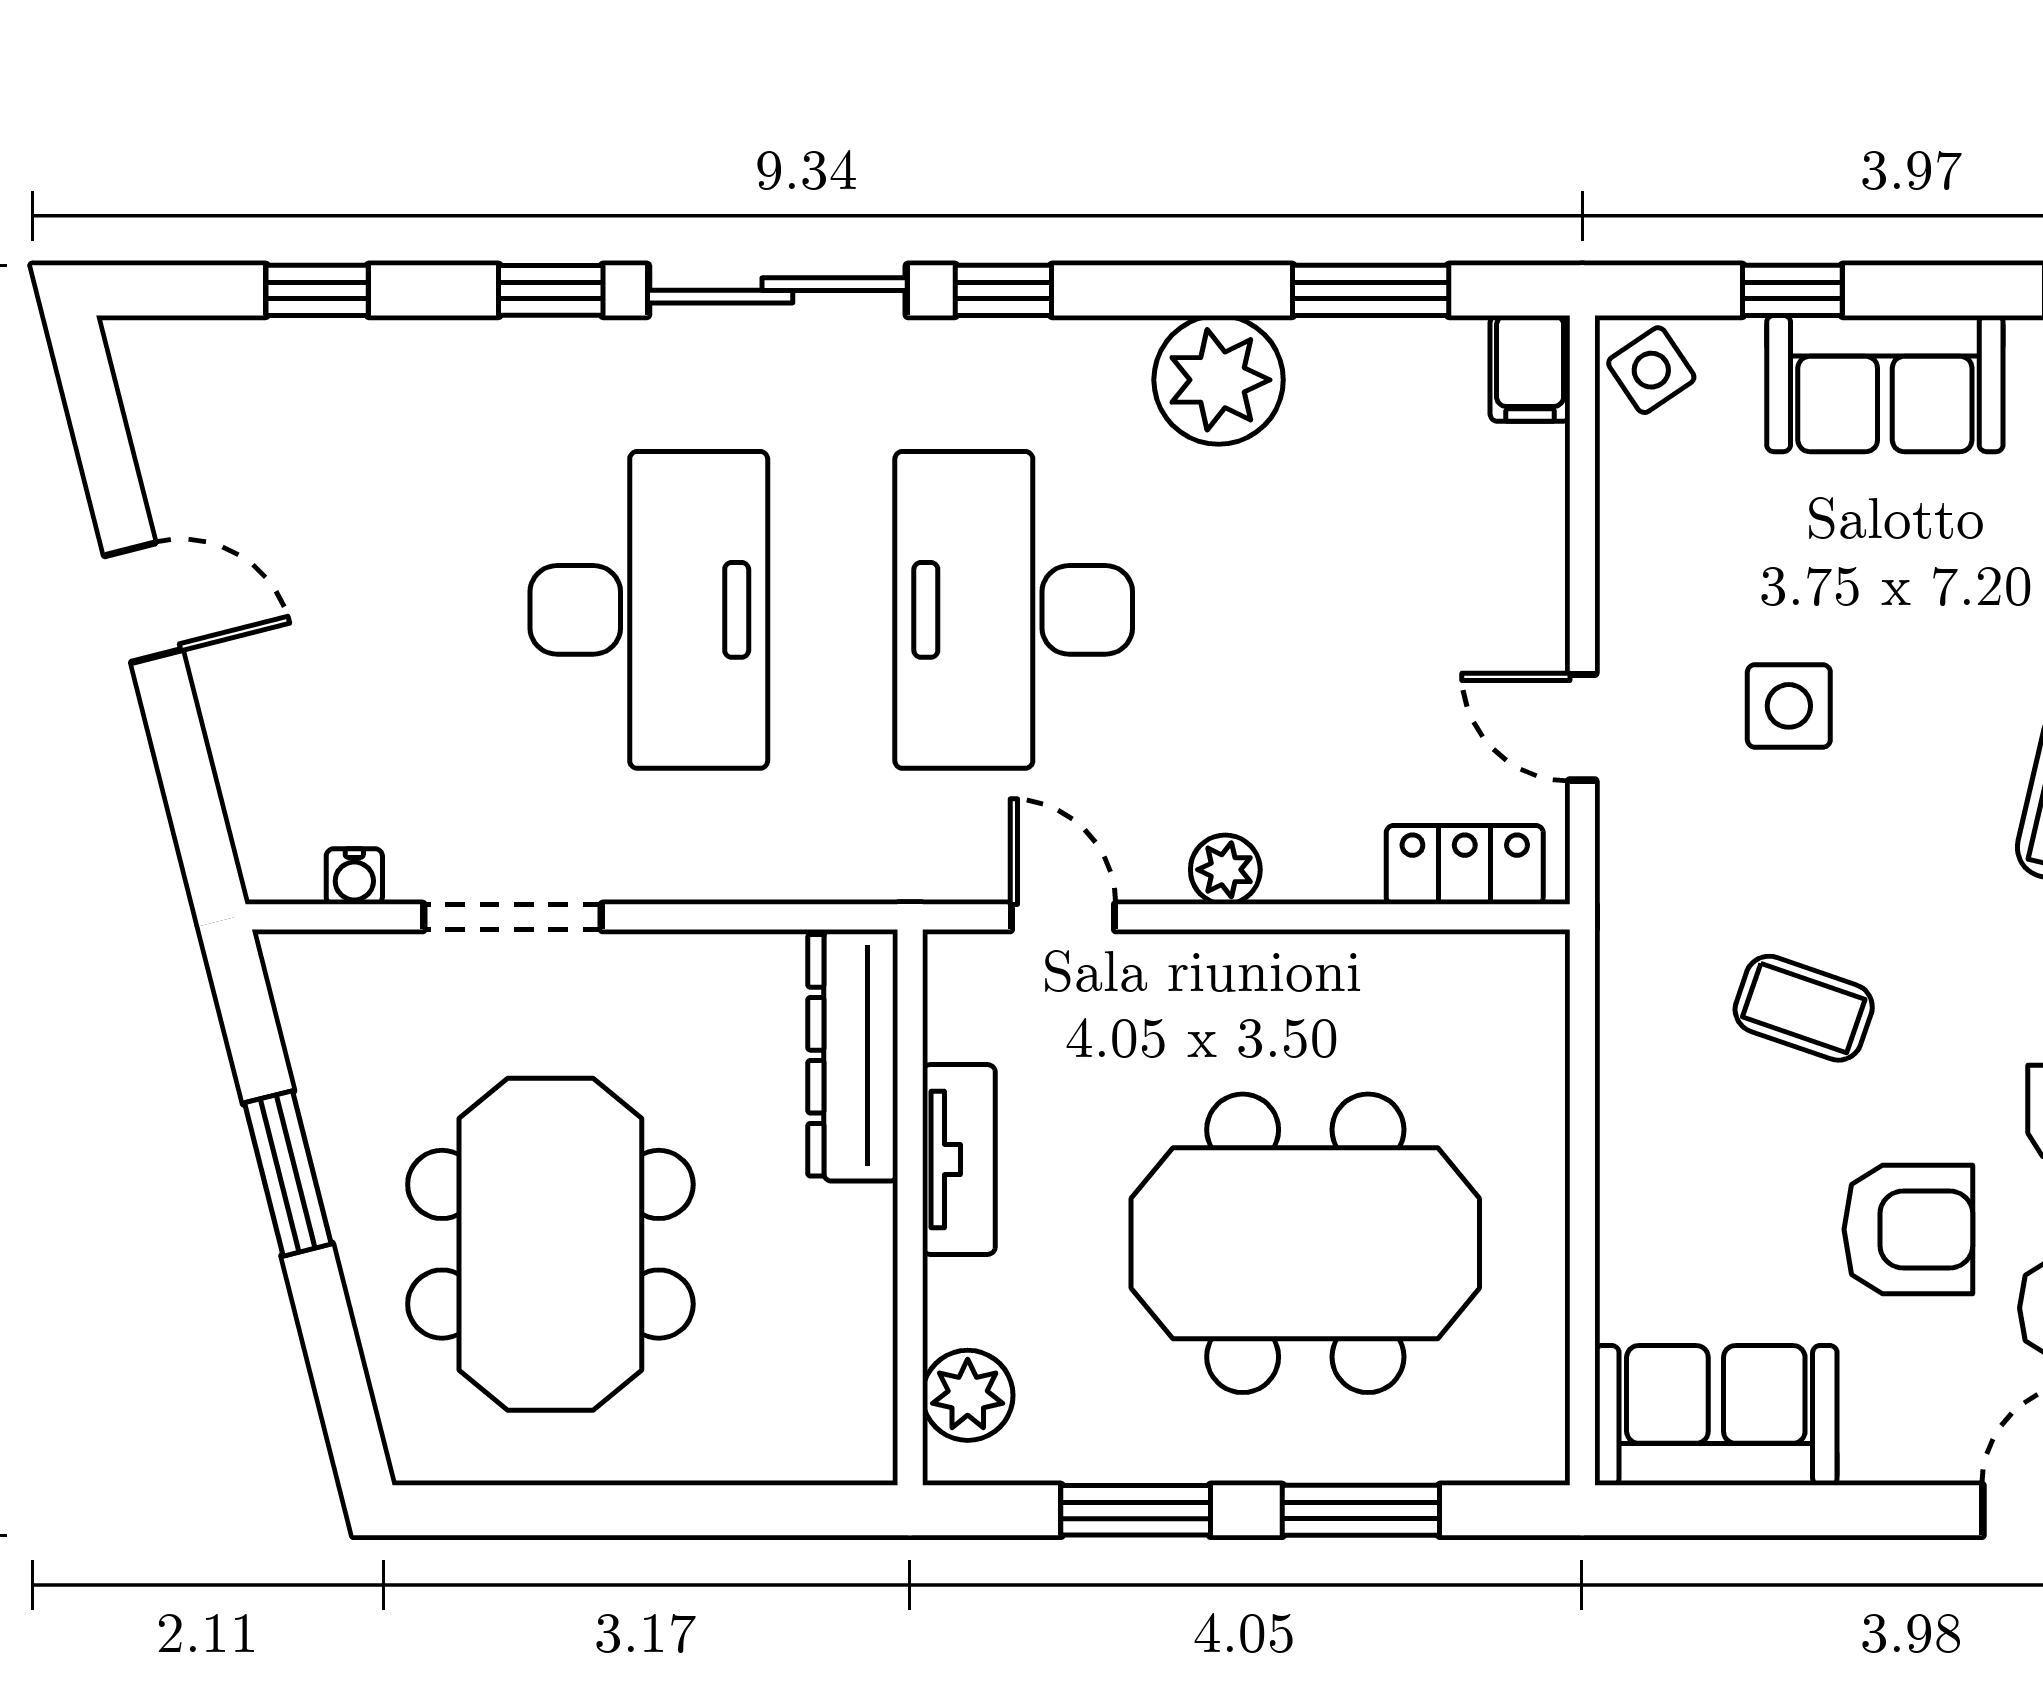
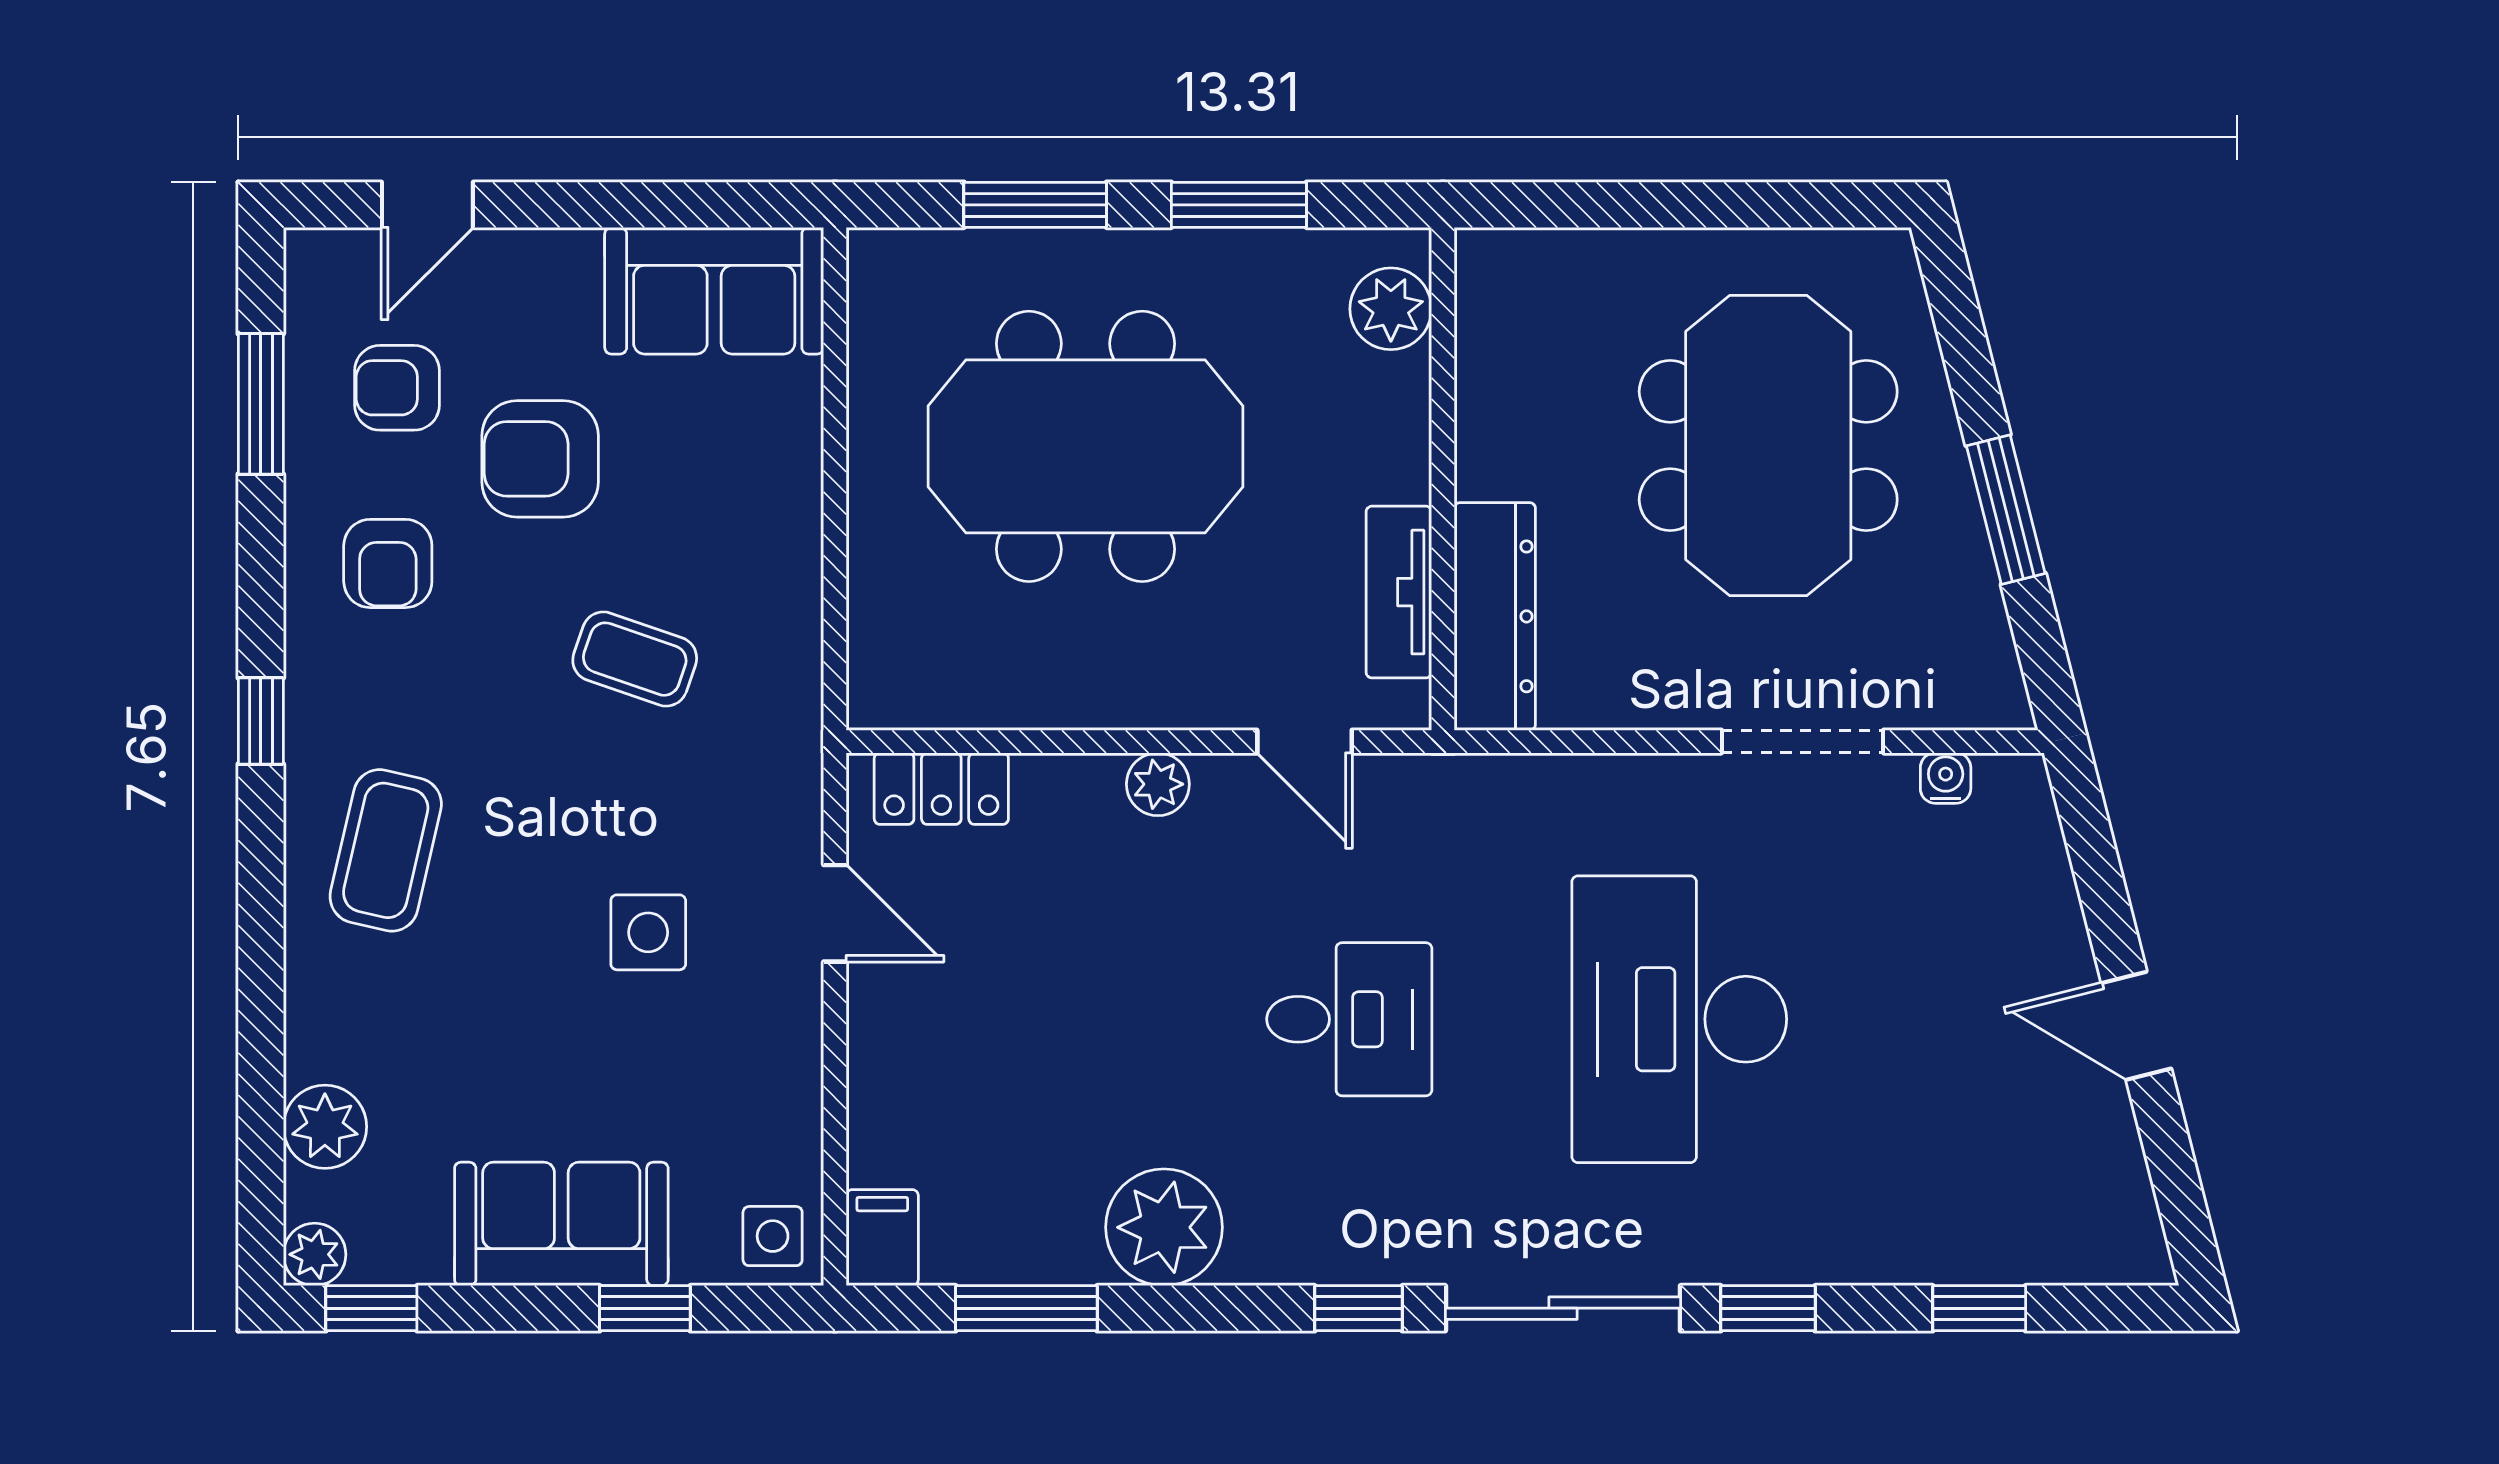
side table: (1651, 370) -> (773, 1236), turned 34
desk: (1014, 610) -> (1349, 1019), width x0.53, depth x0.77
tv unit: (959, 1159) -> (1399, 592), moved

